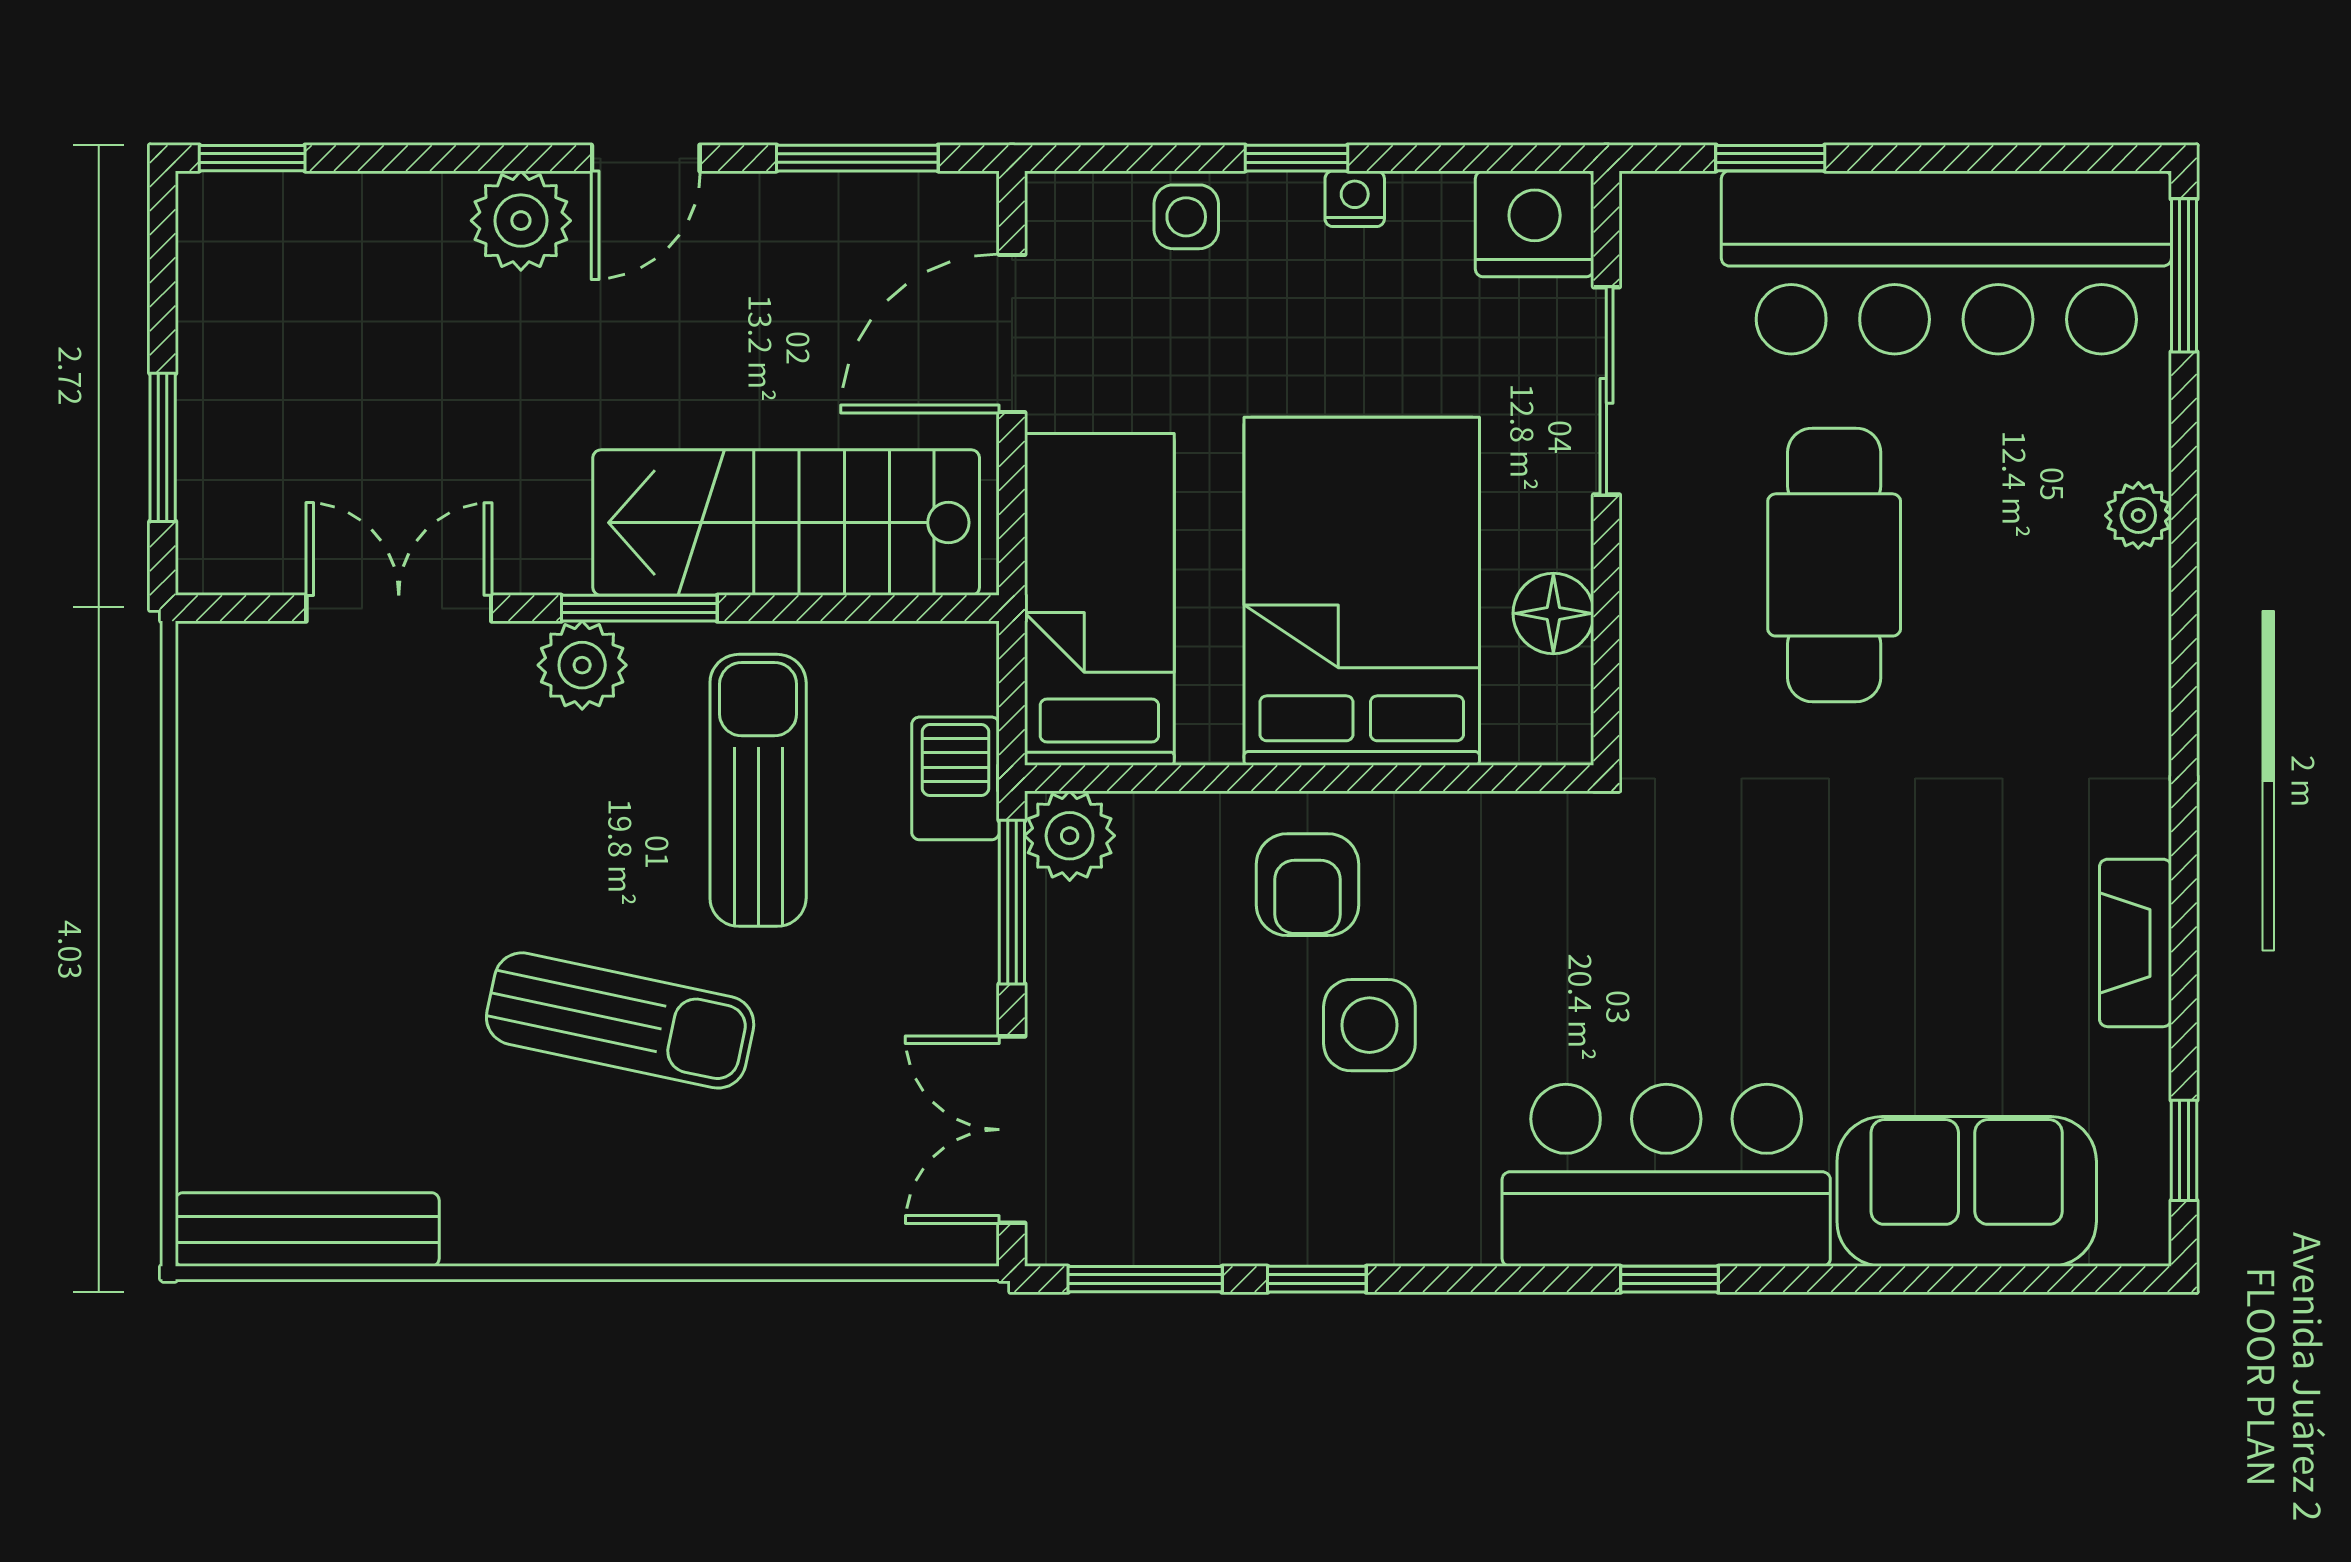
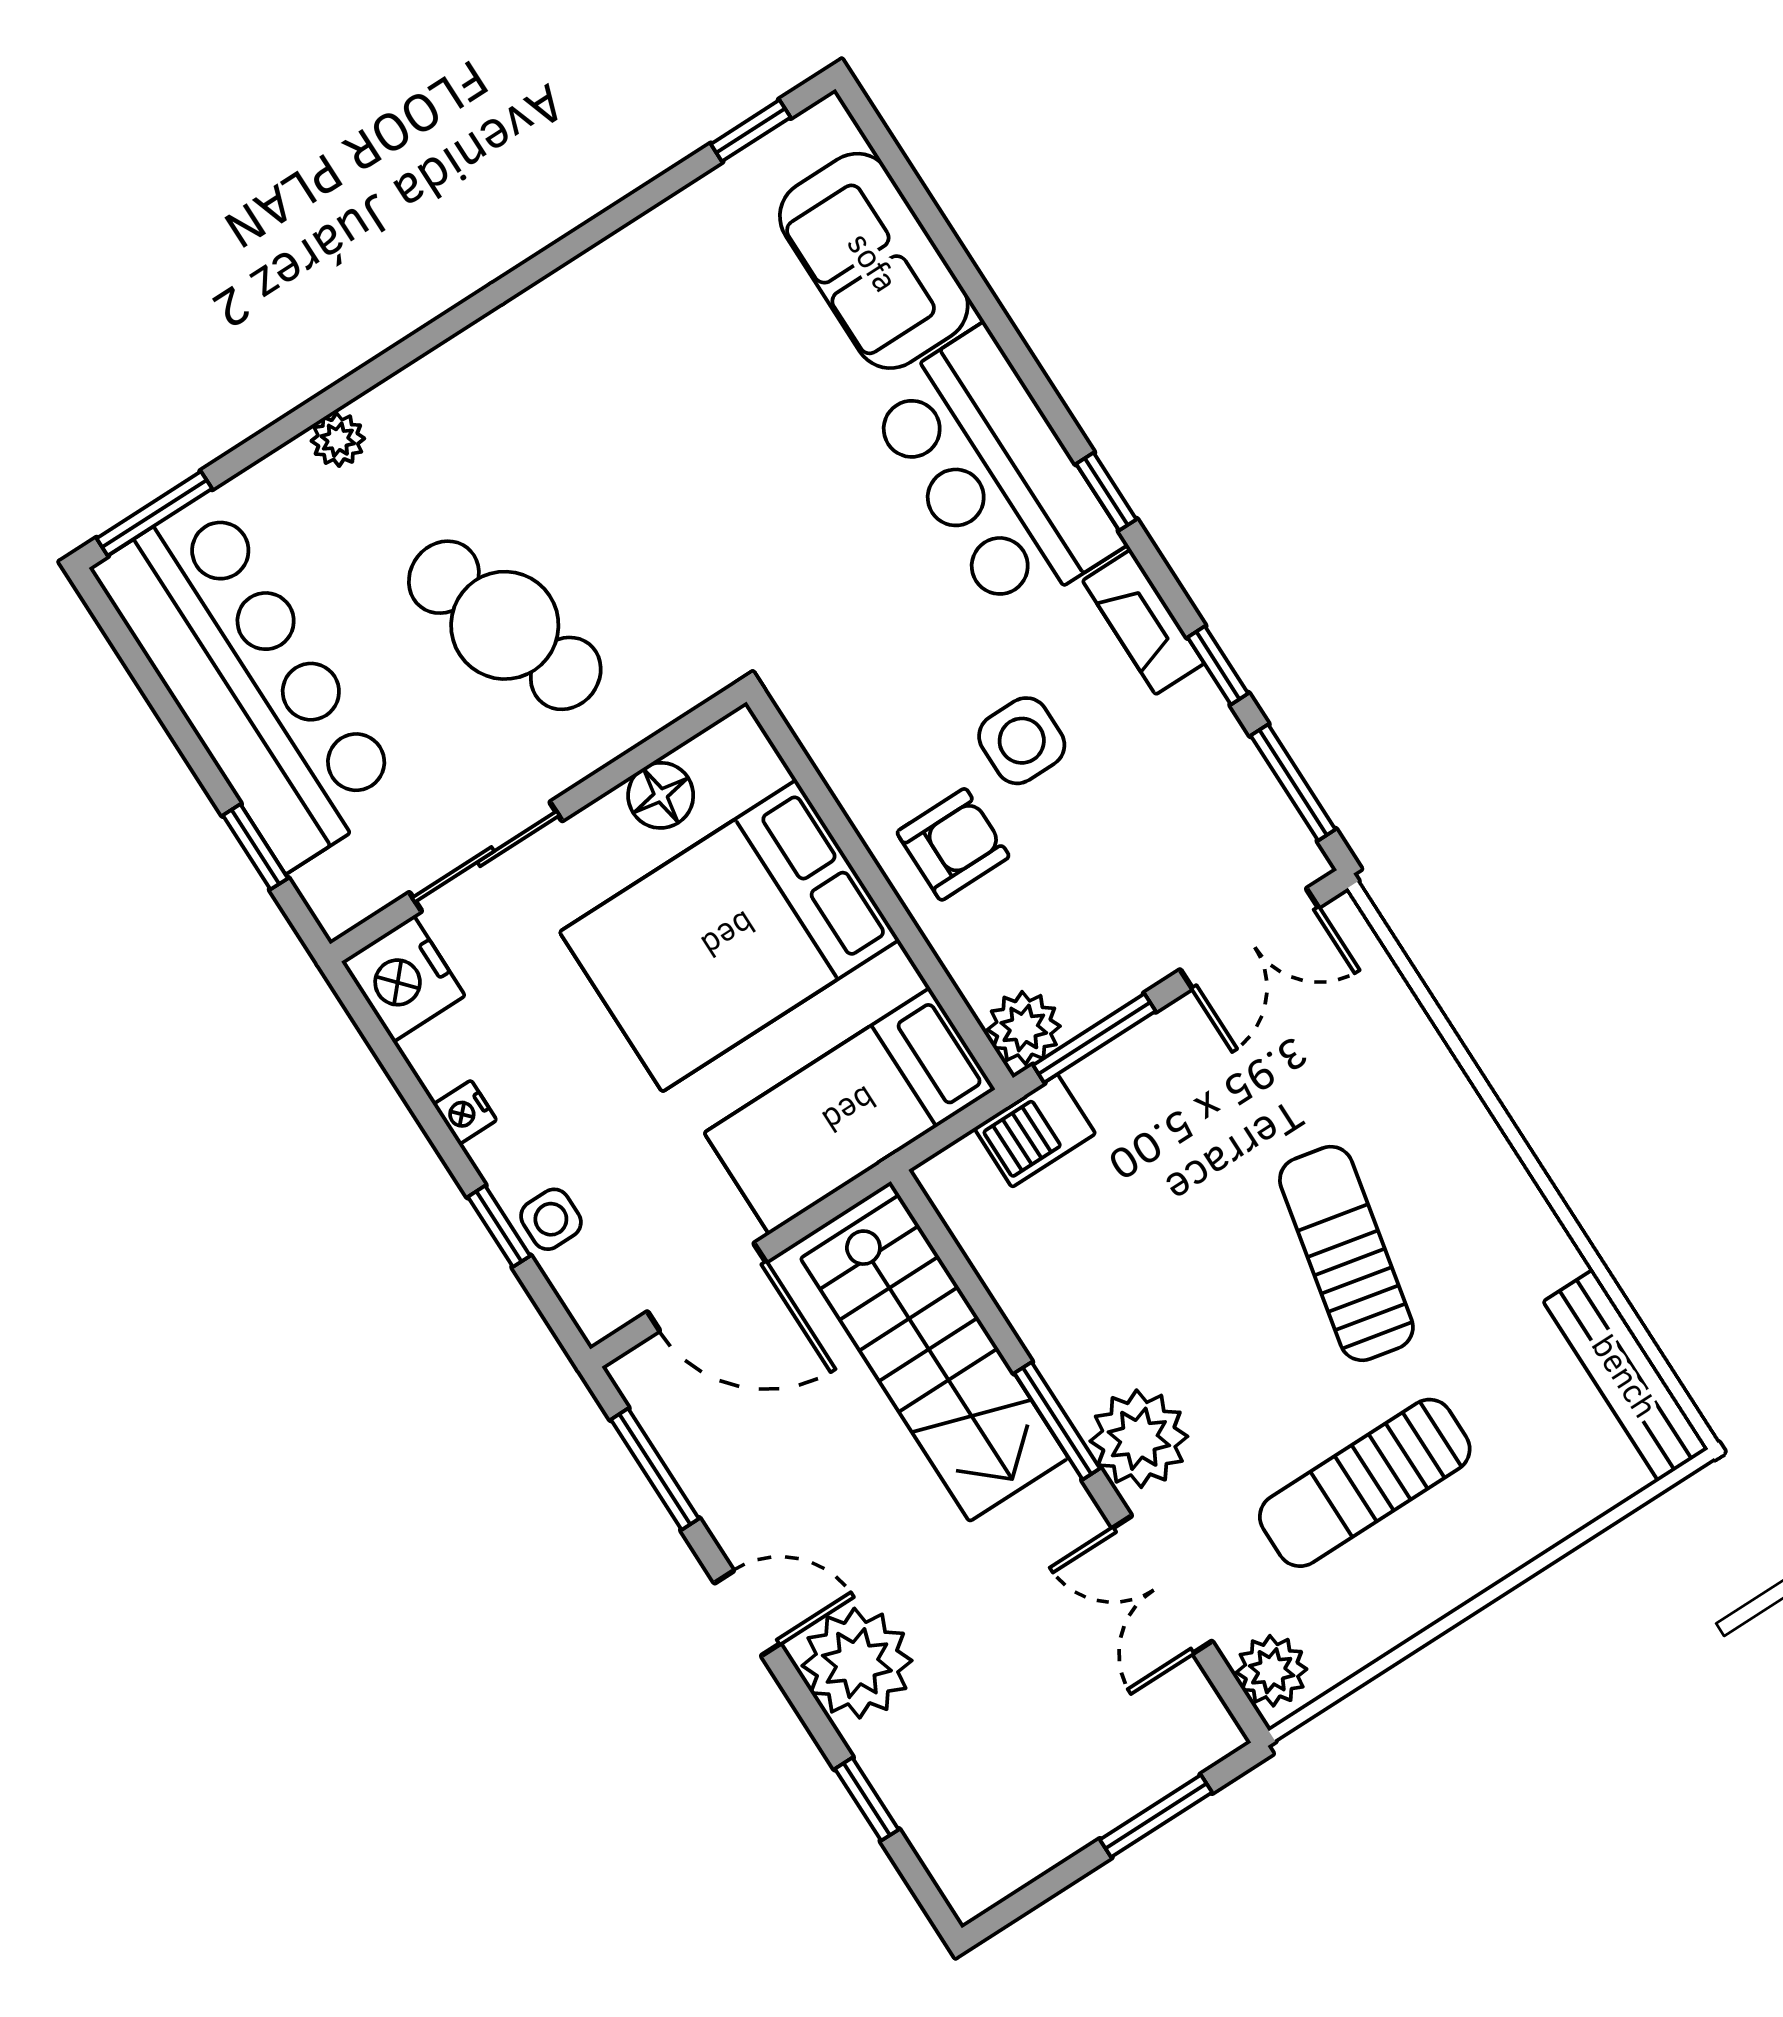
window: (252, 158) -> (867, 1799), moved
window: (1296, 158) -> (499, 1226), moved
plant: (521, 221) -> (857, 1663), width x1.36, depth x1.36
cafe table: (1834, 565) -> (505, 625), turned 71
plant: (236, 664) -> (1272, 1671), added
plant: (582, 665) -> (1139, 1439), width x1.36, depth x1.36
sun lounger: (758, 790) -> (1365, 1483), moved
fireplace: (2135, 943) -> (1143, 622), moved, turned 90
window: (1669, 1279) -> (1106, 492), moved

